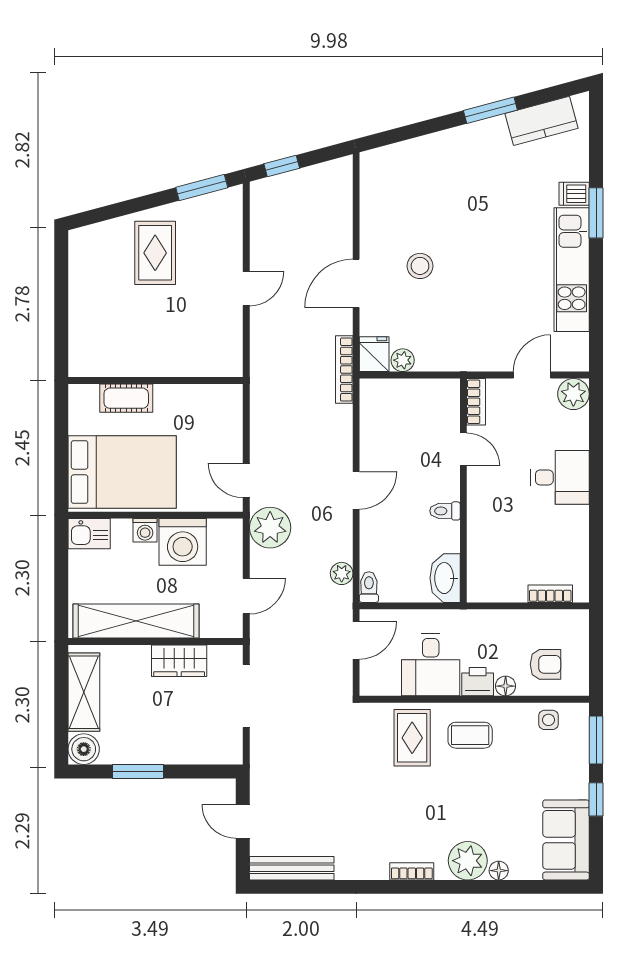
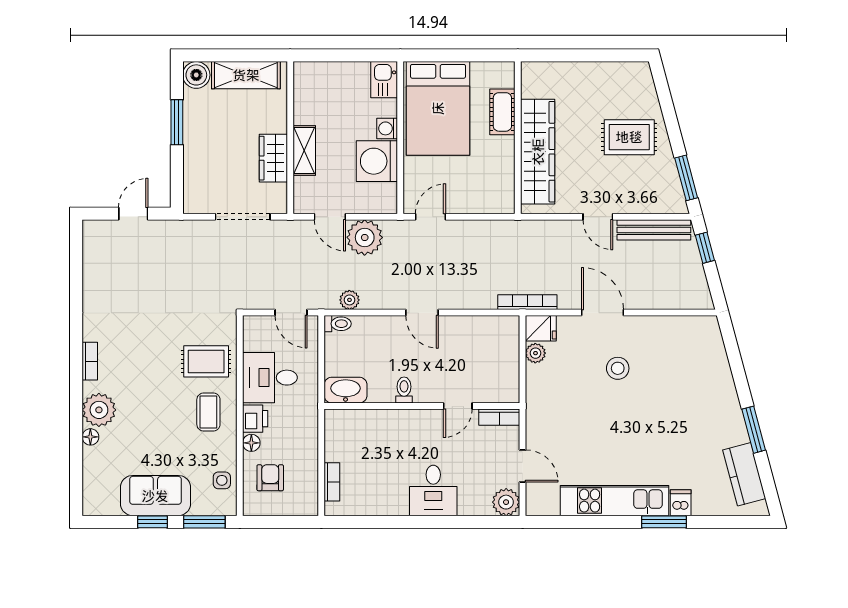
wardrobe: (172, 358) -> (538, 152), added
plant: (270, 528) -> (365, 237), moved
shelving: (136, 621) -> (304, 150), width x0.45, depth x0.75
armchair: (545, 664) -> (270, 478), turned 180
sofa: (566, 840) -> (155, 496), moved
bench: (292, 868) -> (654, 230), moved, turned 90

